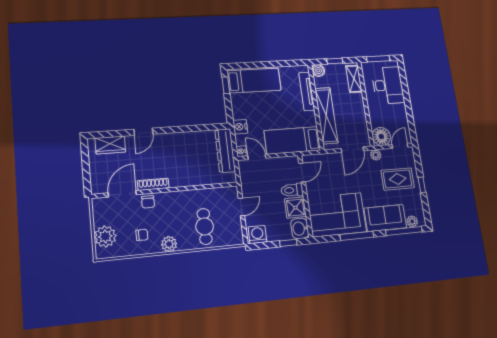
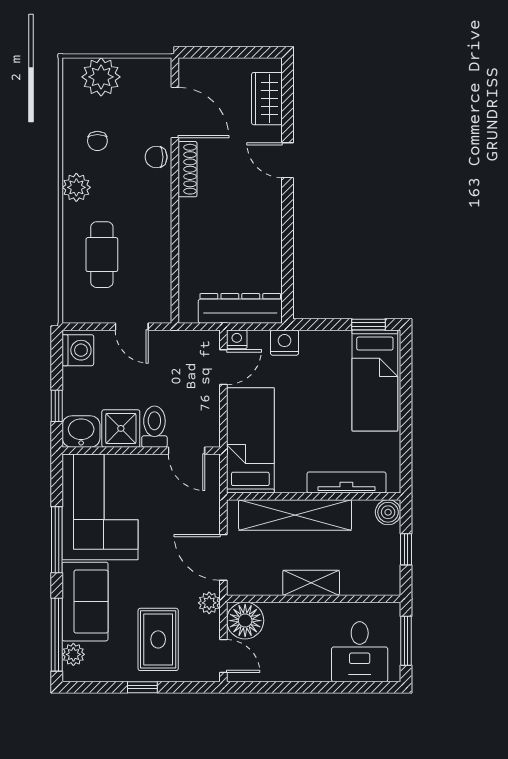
shelving: (354, 79) -> (311, 583), moved
desk: (388, 85) -> (360, 652), width x0.73
cafe table: (205, 226) -> (102, 255), turned 90

